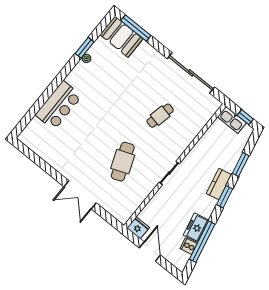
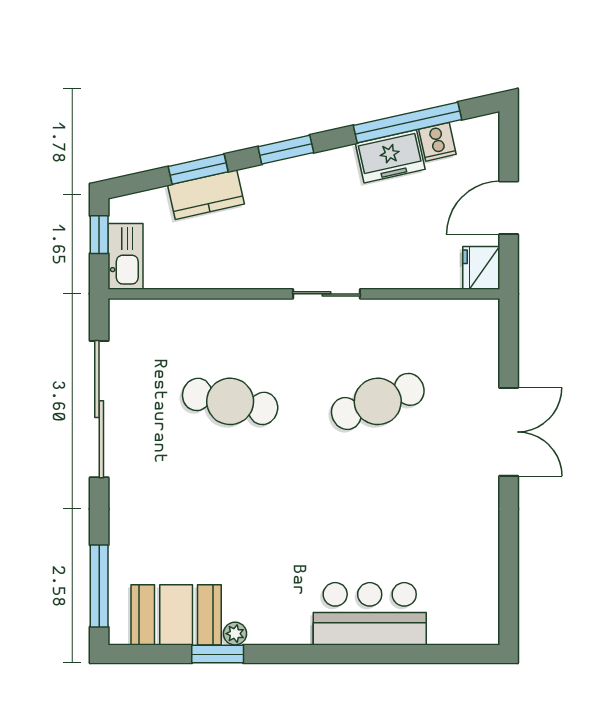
booth: (121, 37) -> (176, 615), moved, turned 90
cafe table: (160, 116) -> (230, 401), width x1.37, depth x1.35
kitchen counter: (219, 184) -> (206, 195), moved

